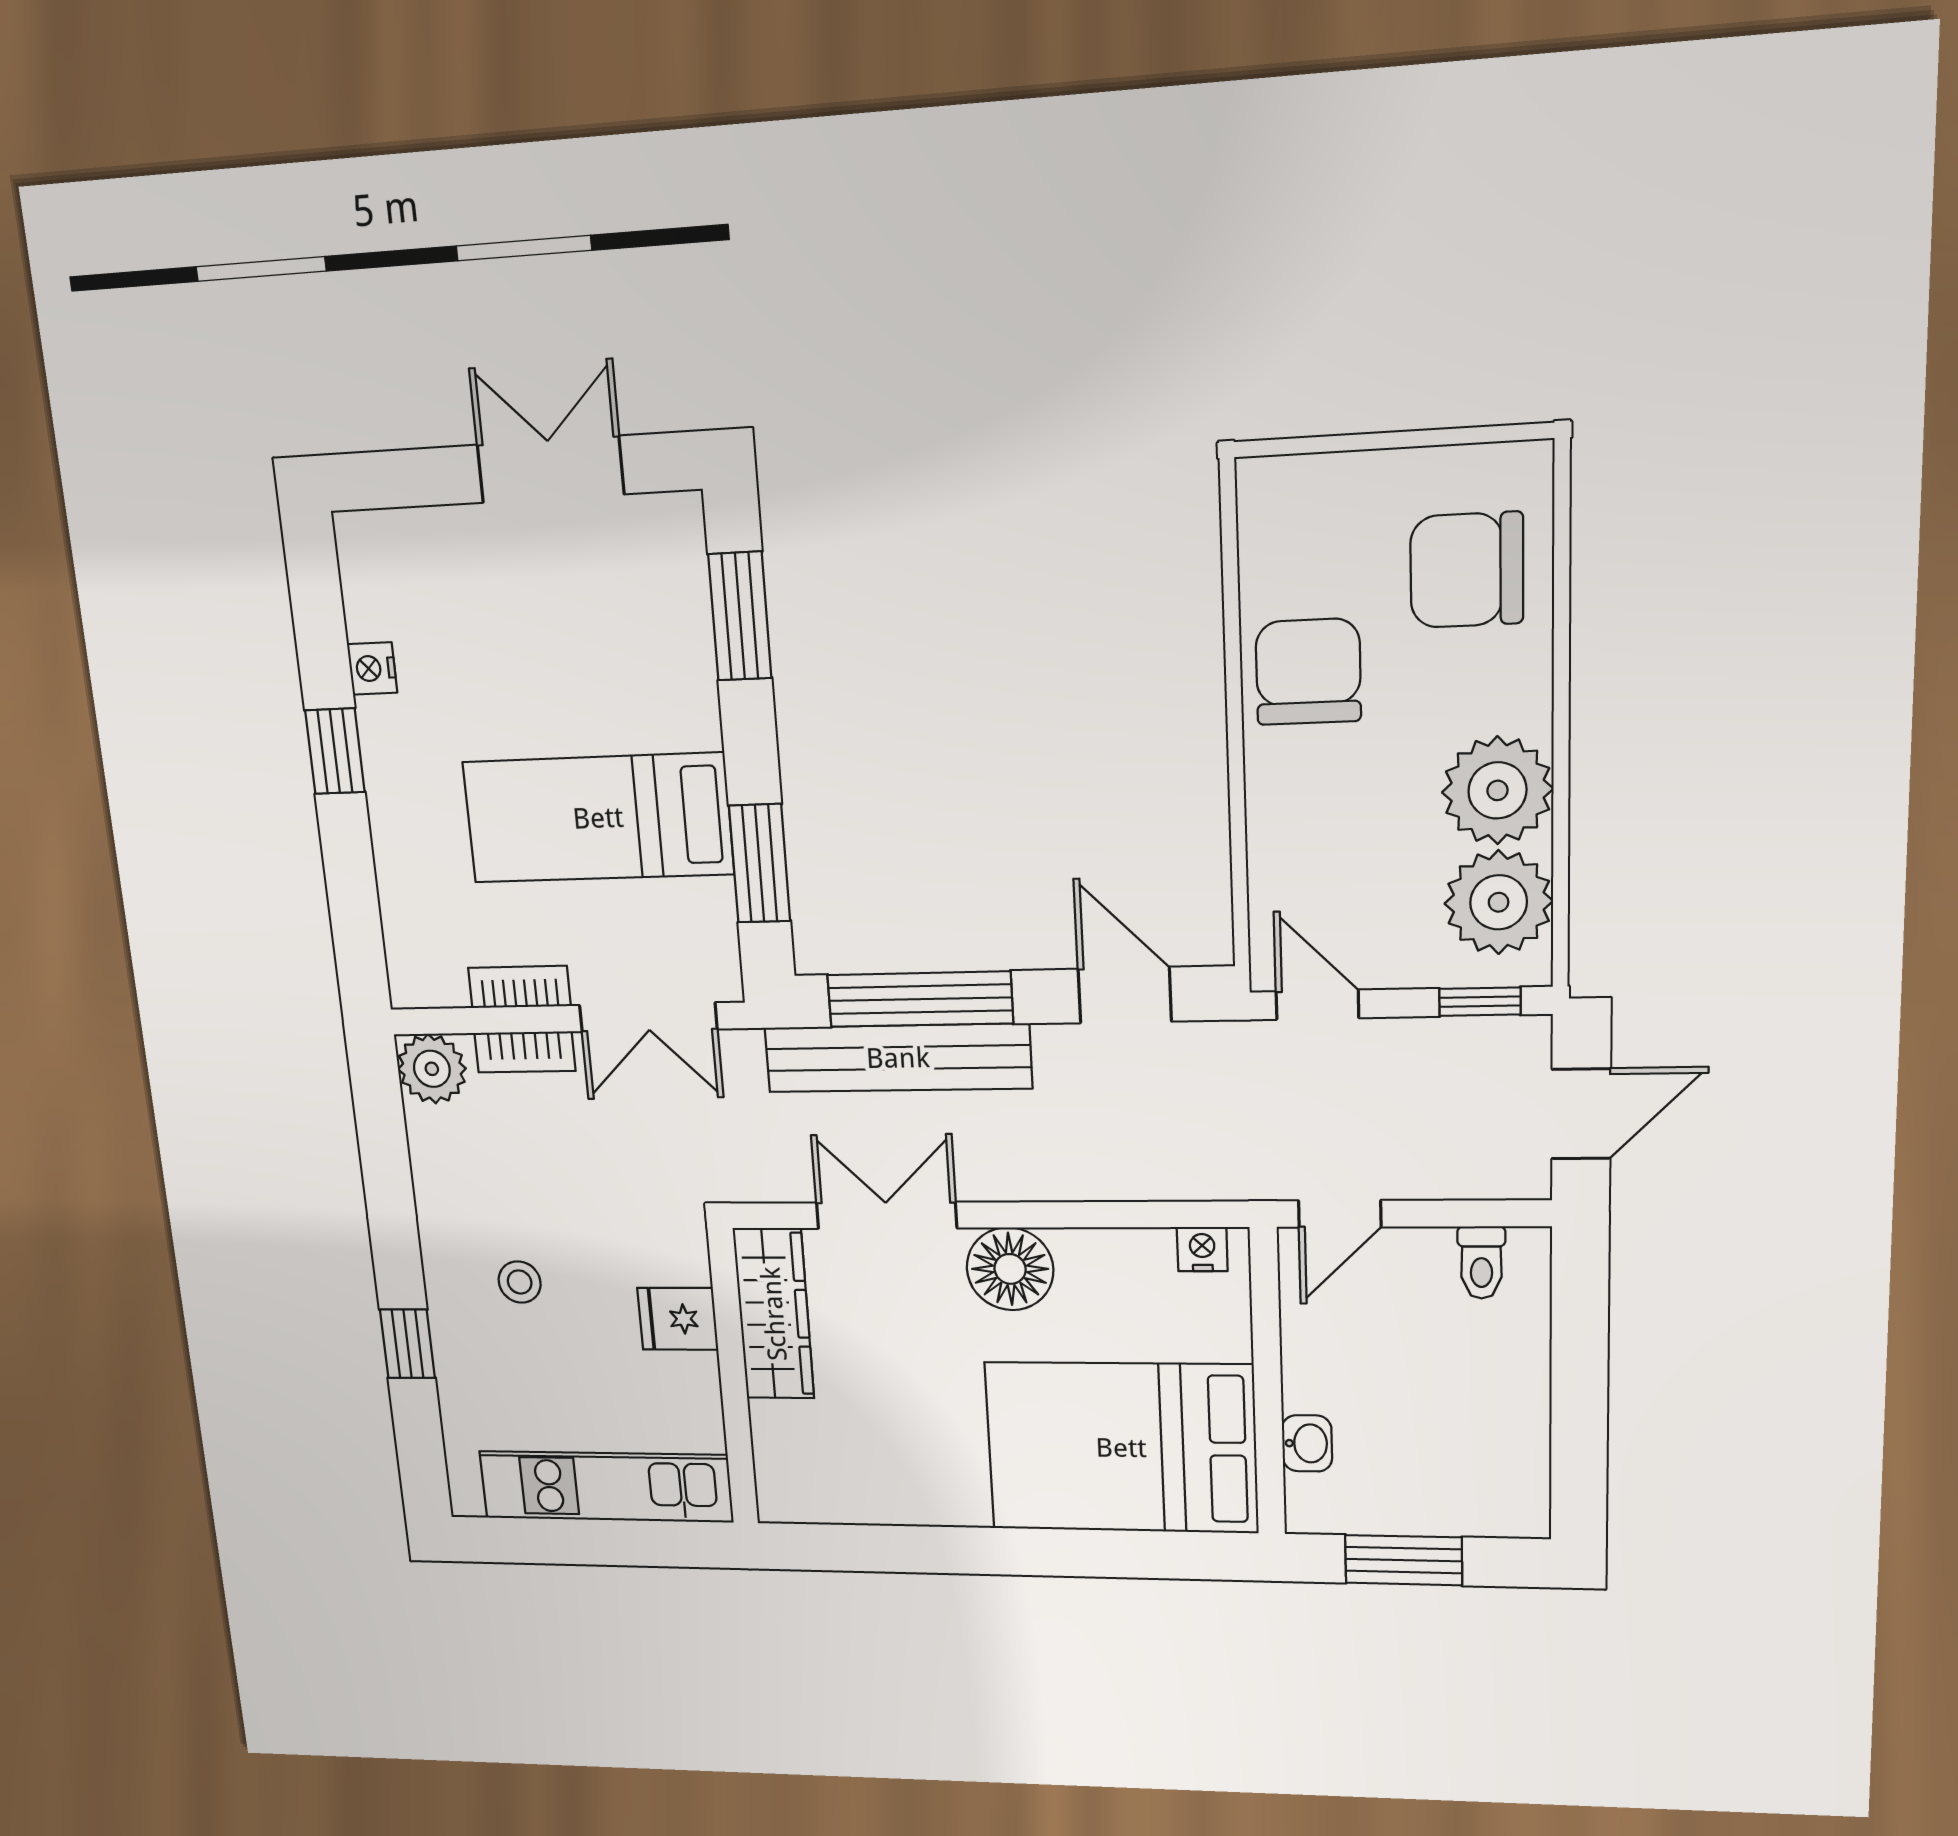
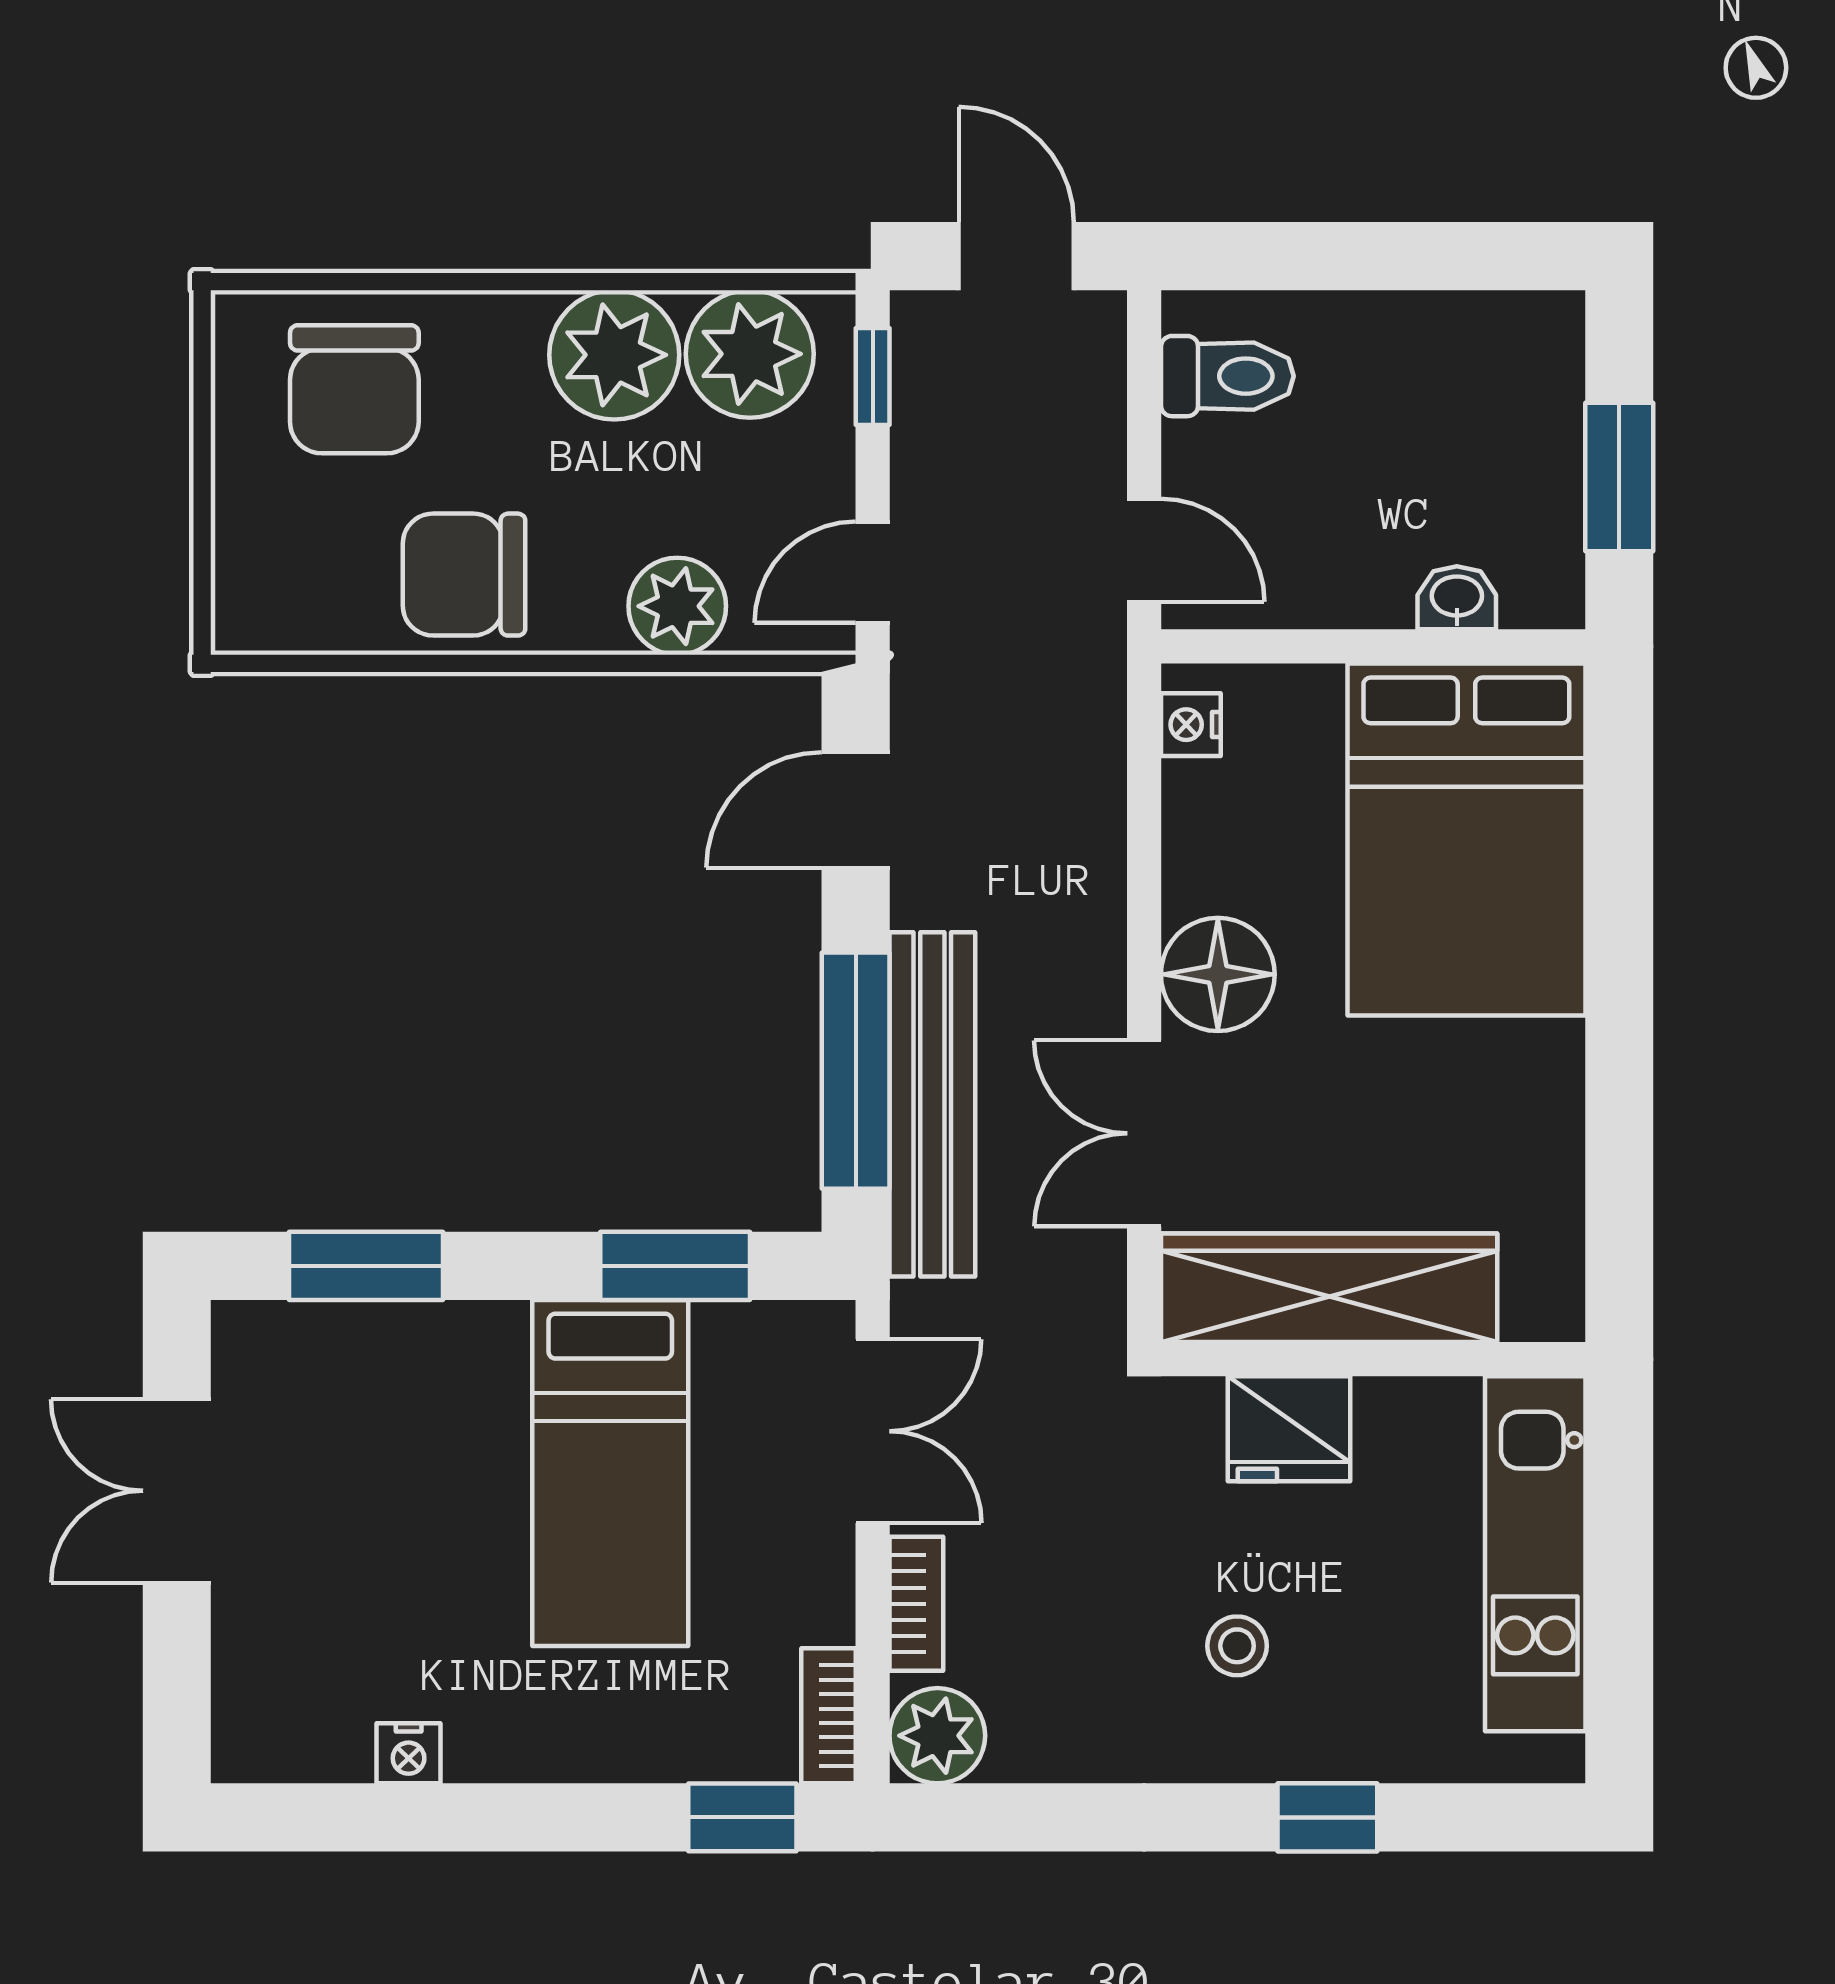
window: (335, 751) -> (742, 1817), moved
plant: (1286, 849) -> (677, 606), added
bookcase: (519, 987) -> (829, 1716), moved
toilet: (1481, 1262) -> (1227, 376), width x1.37, depth x1.39
wardrobe: (774, 1314) -> (1329, 1288), width x1.40, depth x1.17
fridge: (678, 1319) -> (1289, 1429), width x1.38

